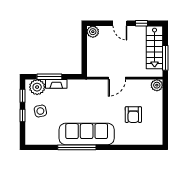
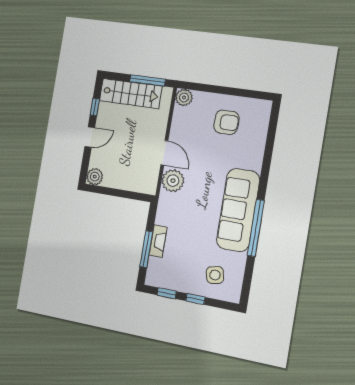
plant: (37, 87) -> (173, 181), moved
side table: (40, 111) -> (215, 275), moved
armchair: (133, 115) -> (226, 122), moved

